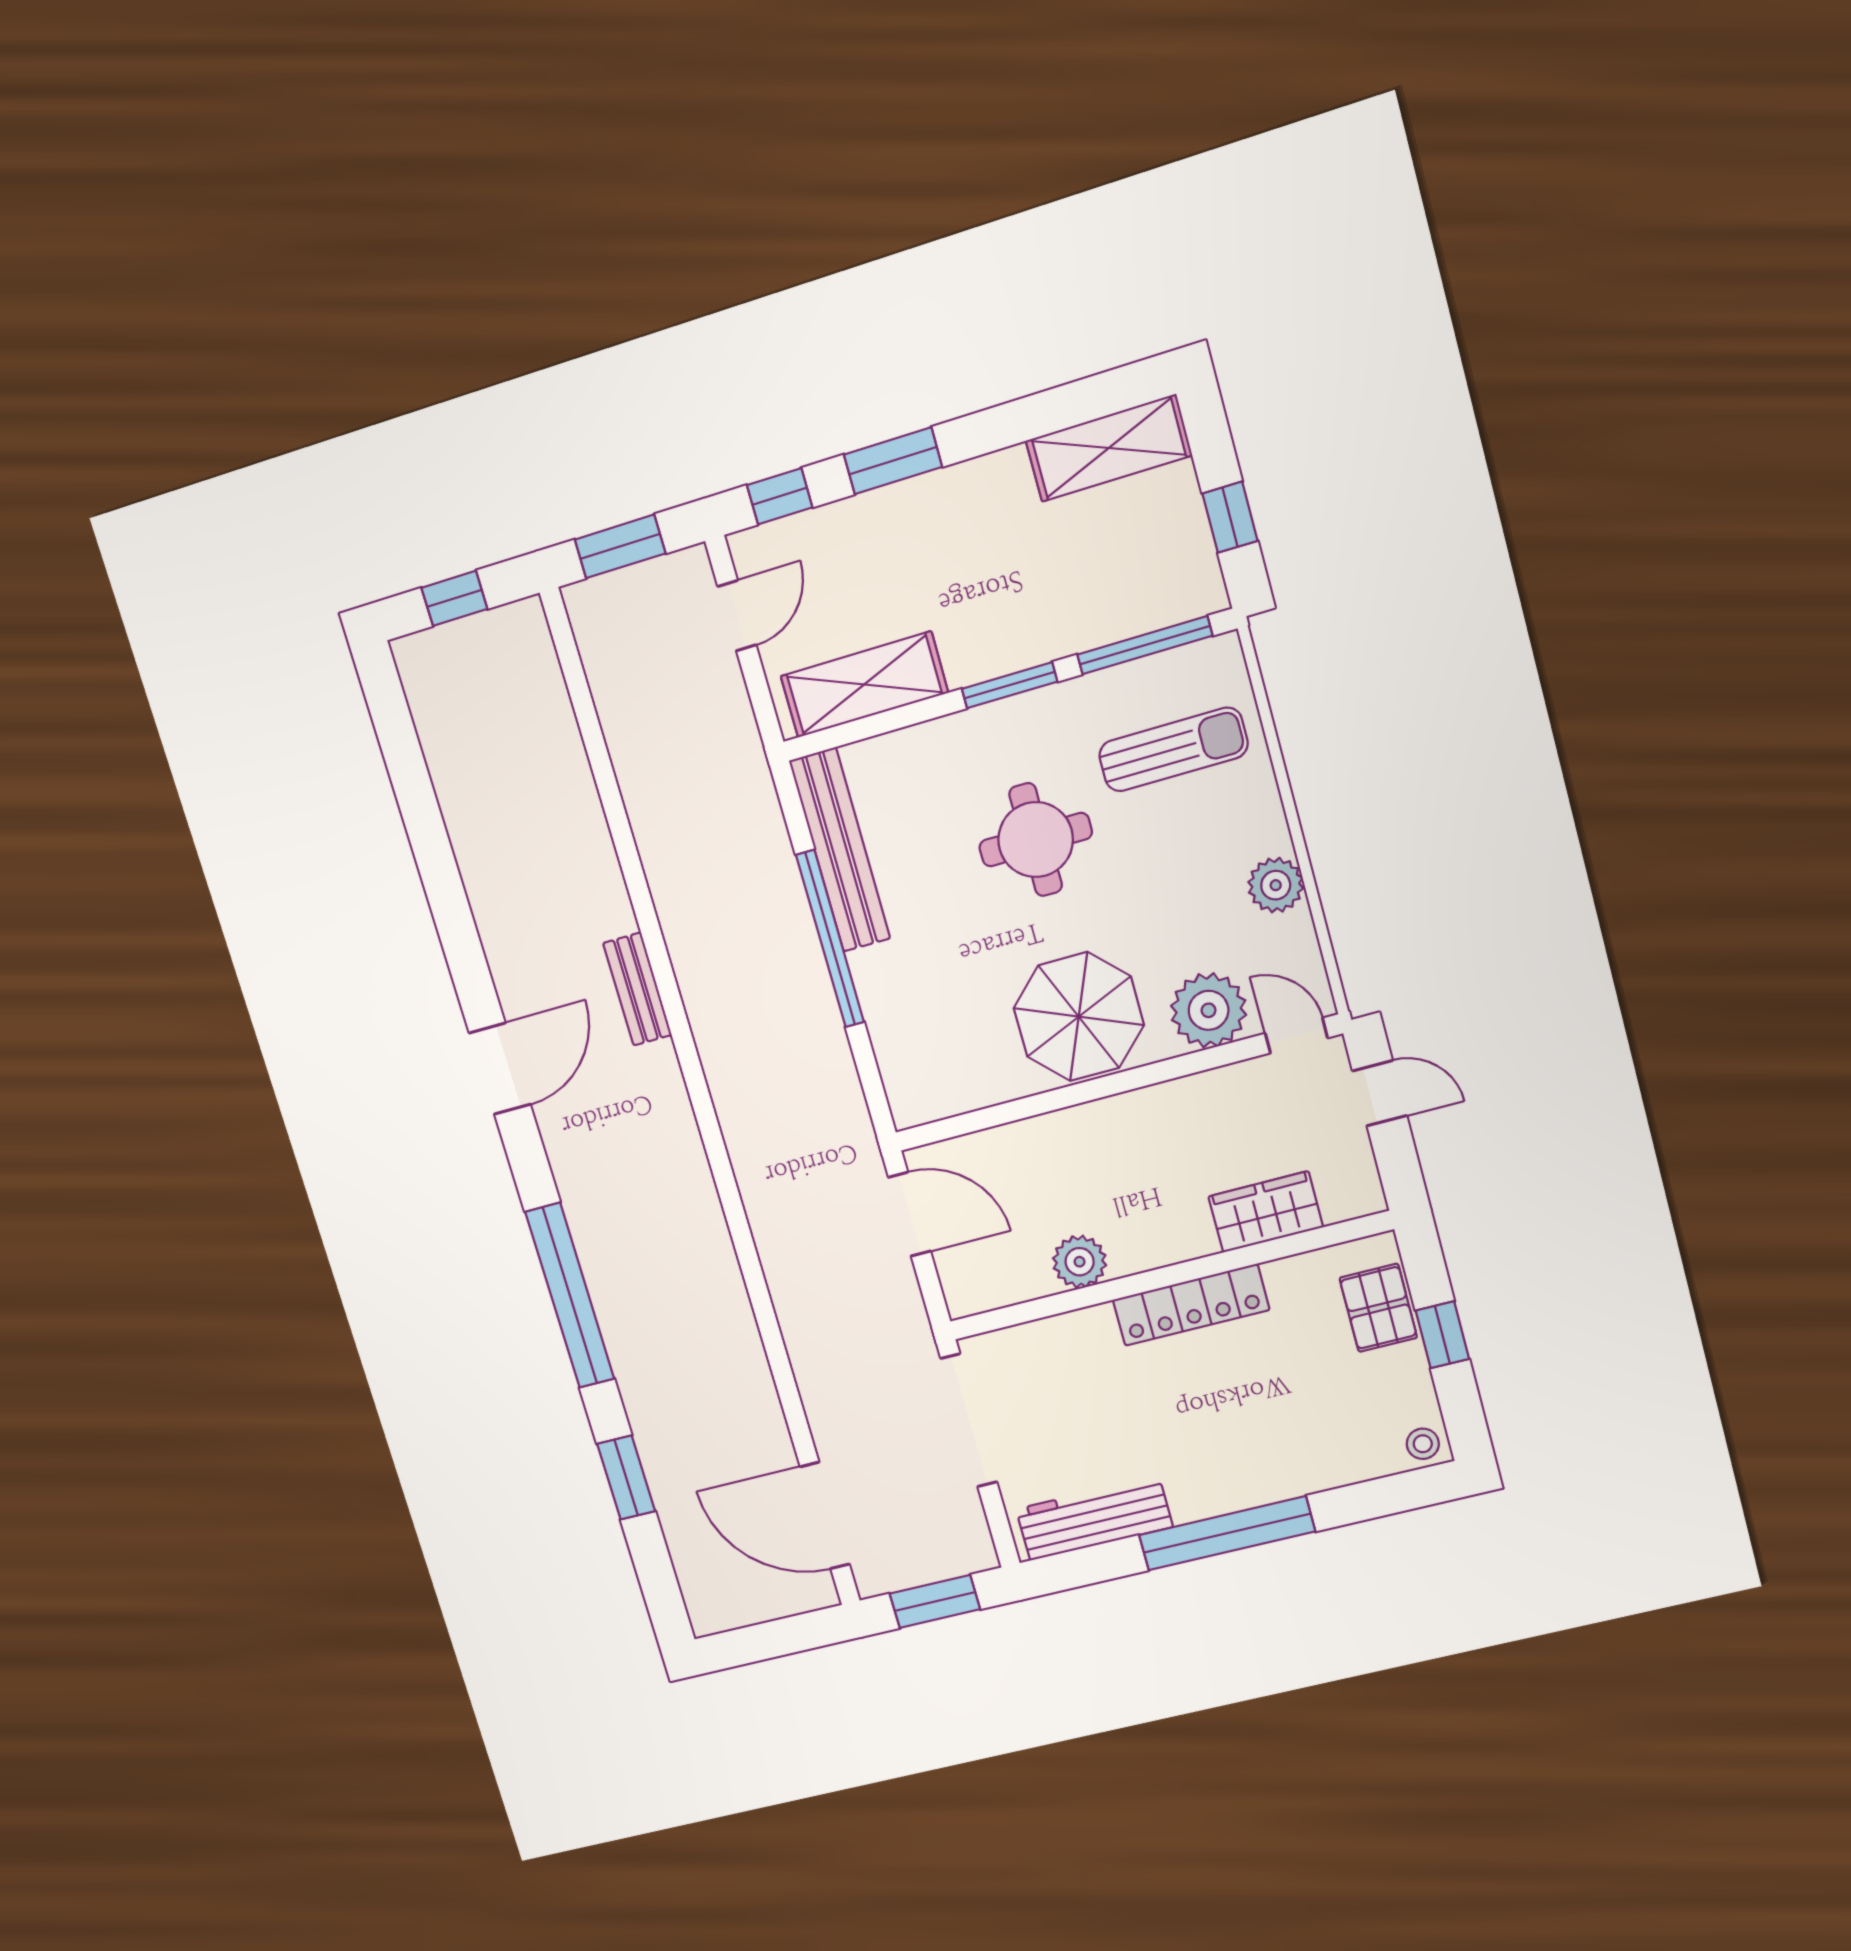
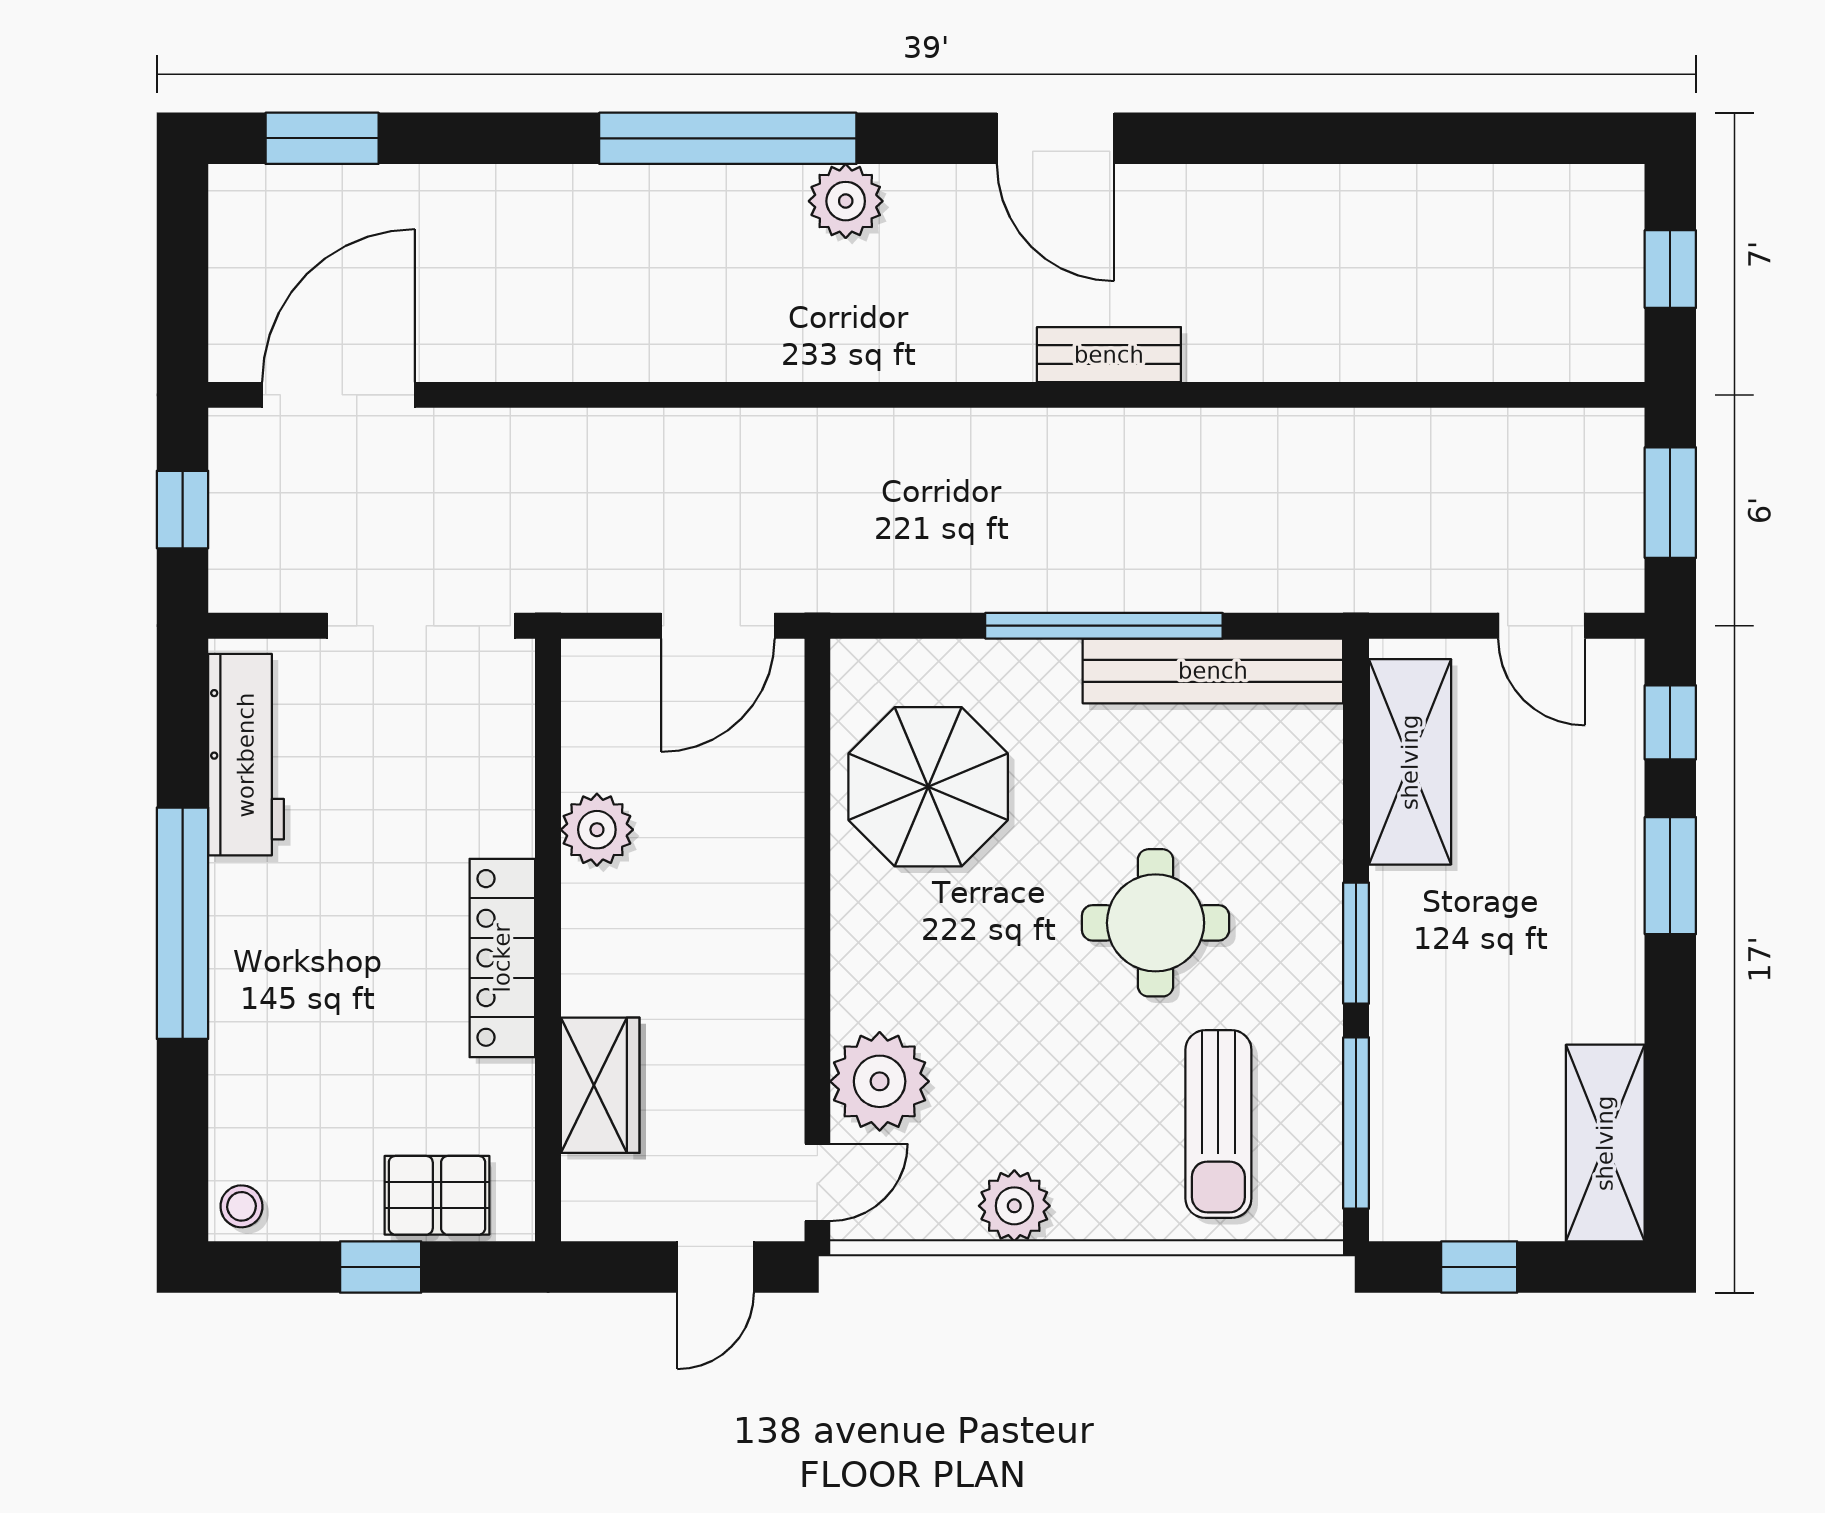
parasol: (1079, 1017) -> (928, 787), moved
plant: (588, 1203) -> (846, 201), added
window: (626, 1478) -> (322, 138), moved
window: (935, 1601) -> (183, 510), width x0.67

